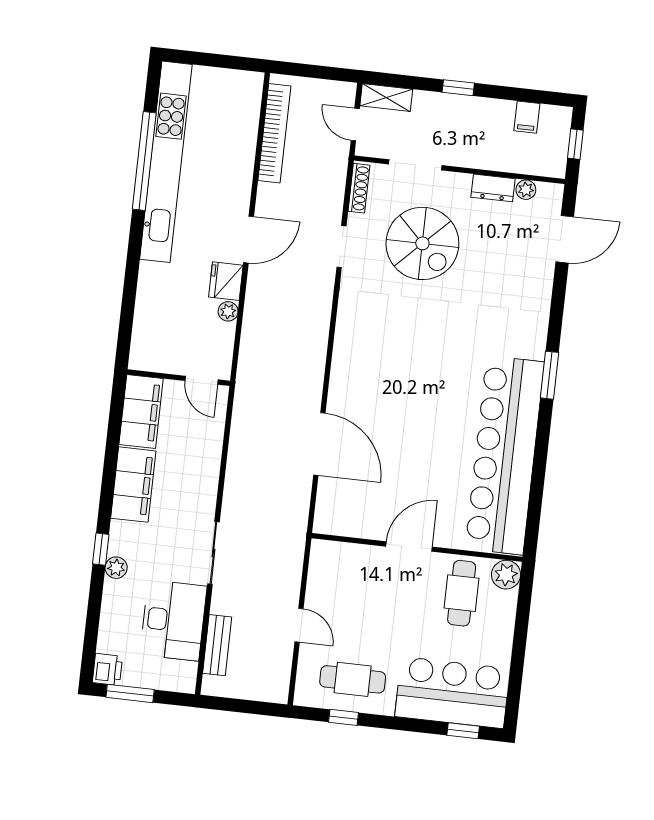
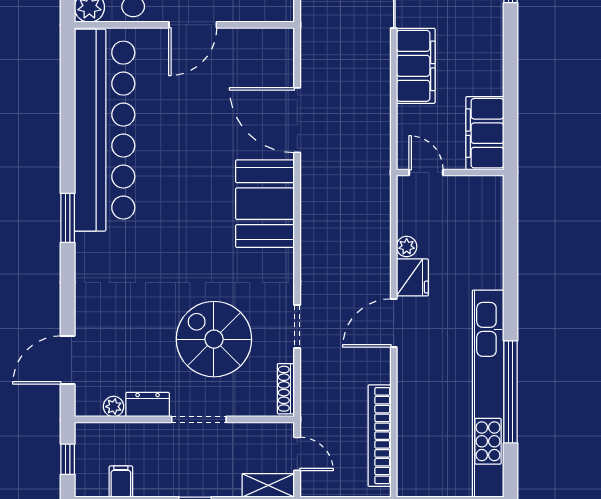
doorway: (415, 165) -> (199, 419), moved
booth: (359, 368) -> (265, 204), added
filing cabinet: (133, 485) -> (416, 66), moved, turned 180

